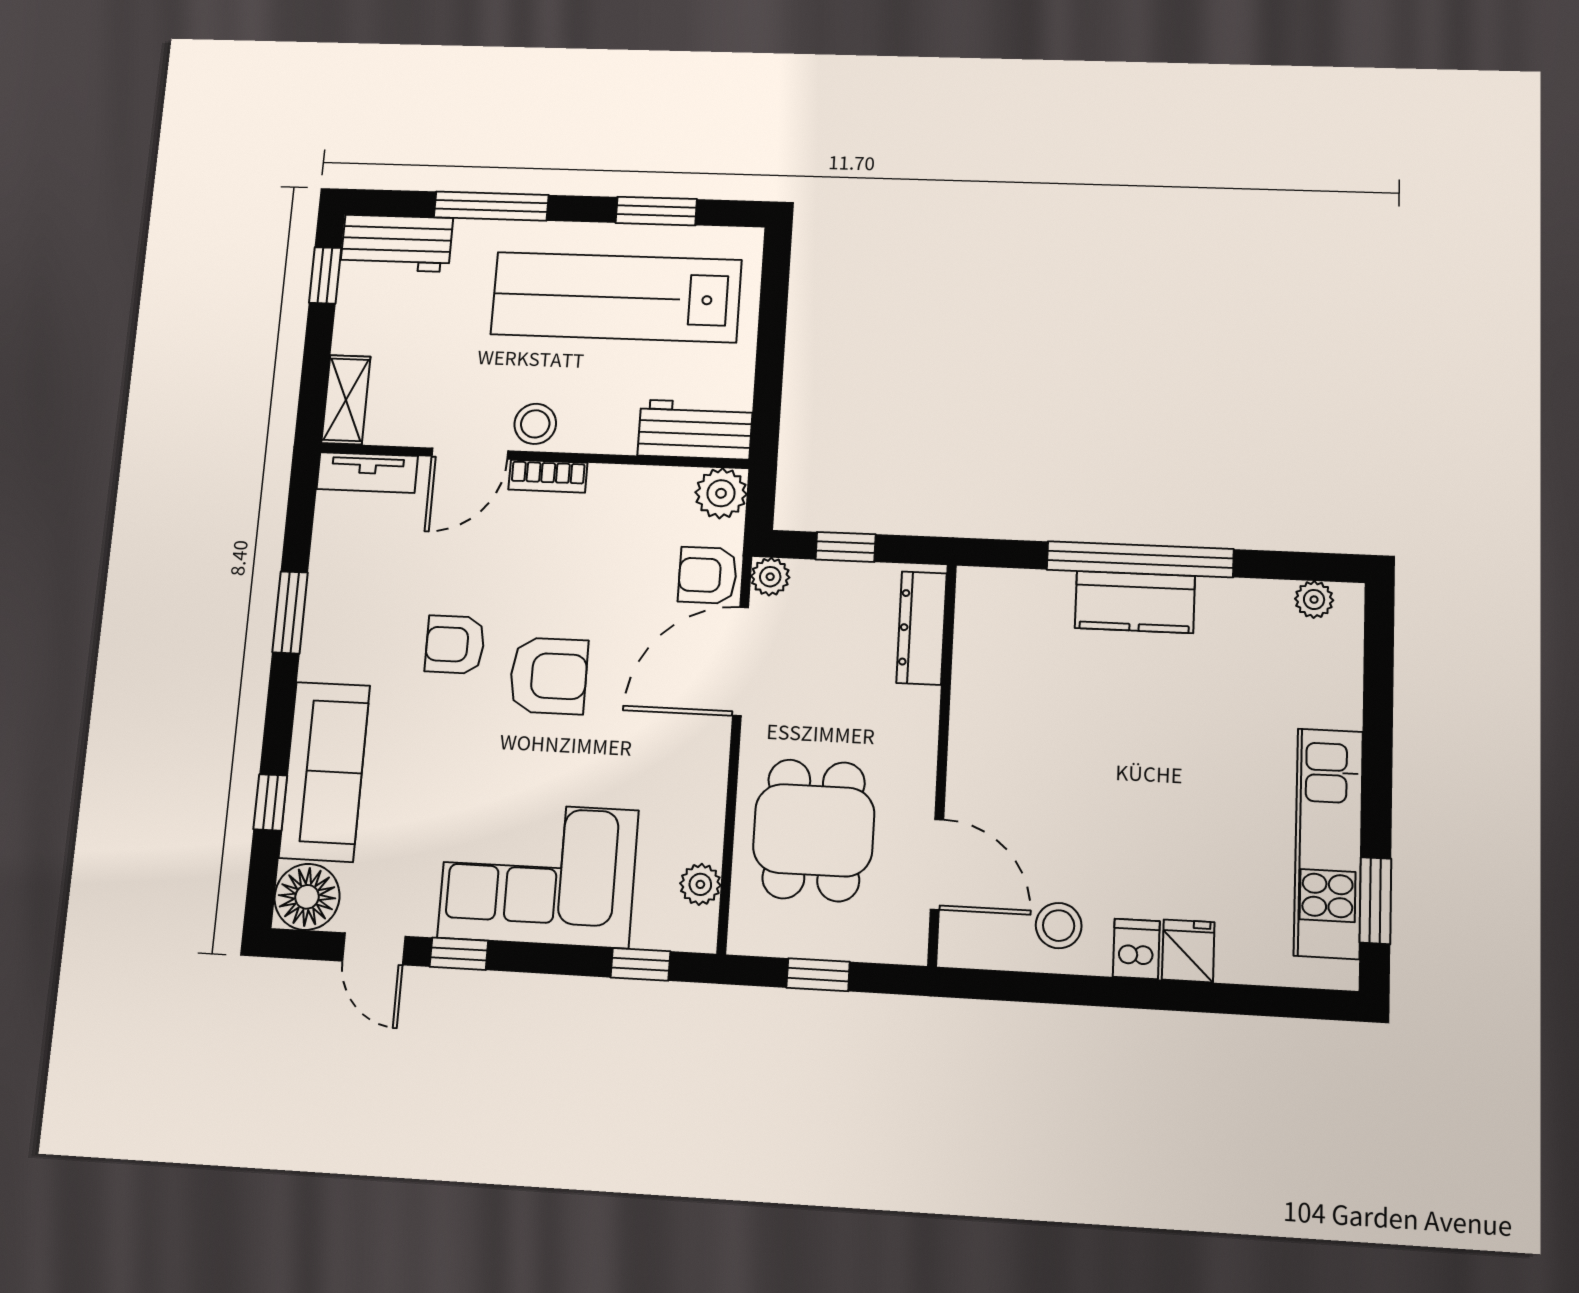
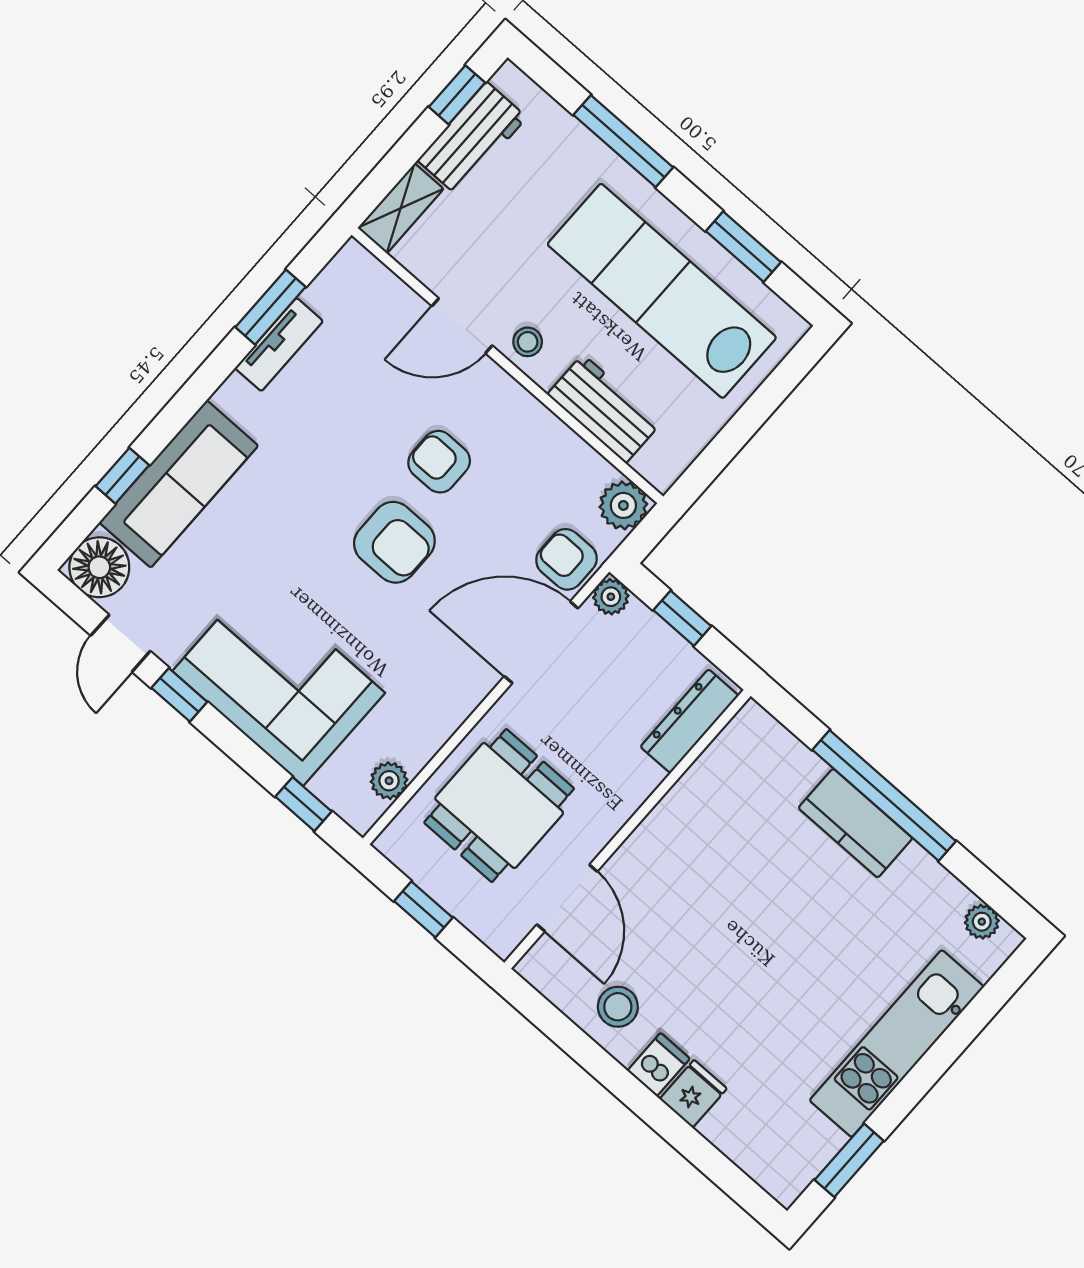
workbench: (397, 243) -> (472, 139), moved, turned -90
stool: (535, 424) -> (528, 342), width x0.73, depth x0.73
workbench: (695, 430) -> (604, 409), moved
tv unit: (367, 473) -> (279, 345), moved, turned -90
bookcase: (548, 476) -> (507, 390), removed
window: (290, 612) -> (271, 307), moved
armchair: (455, 645) -> (439, 462), moved
kitchen unit: (1328, 843) -> (897, 1044), moved

